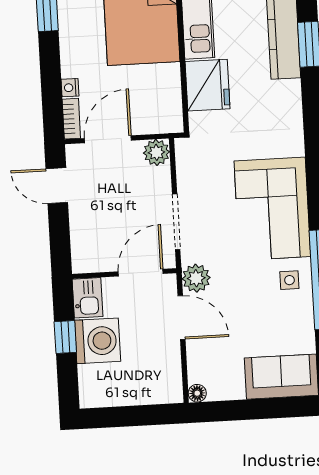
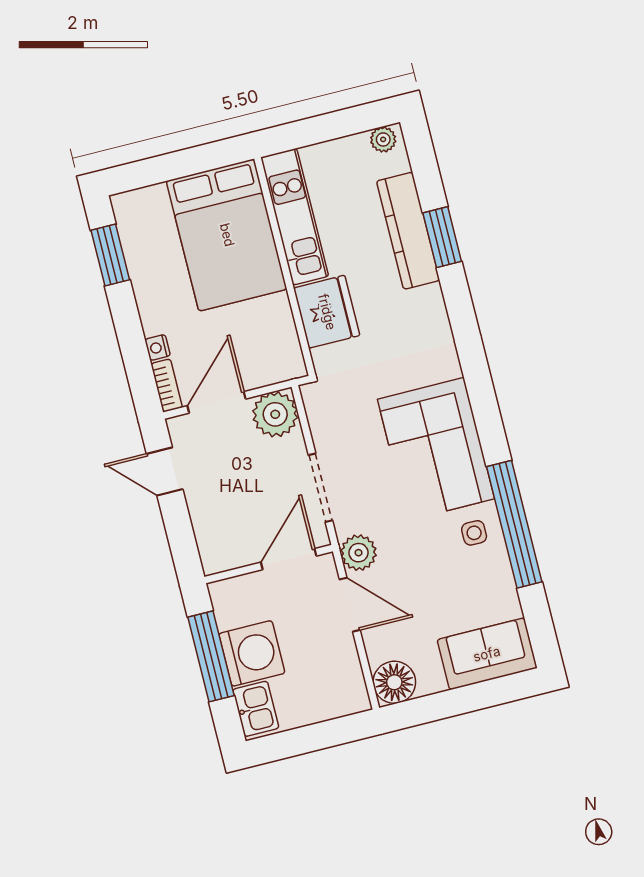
plant: (156, 152) -> (275, 414), width x1.36, depth x1.36
kitchen sink: (88, 298) -> (256, 709), moved
window: (65, 337) -> (211, 656), width x2.17
floor lamp: (197, 393) -> (394, 682), width x1.89, depth x1.89

